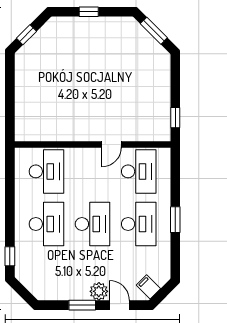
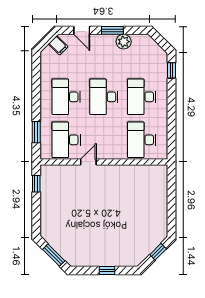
window: (175, 220) -> (36, 132), moved
plant: (99, 291) -> (124, 42), moved

